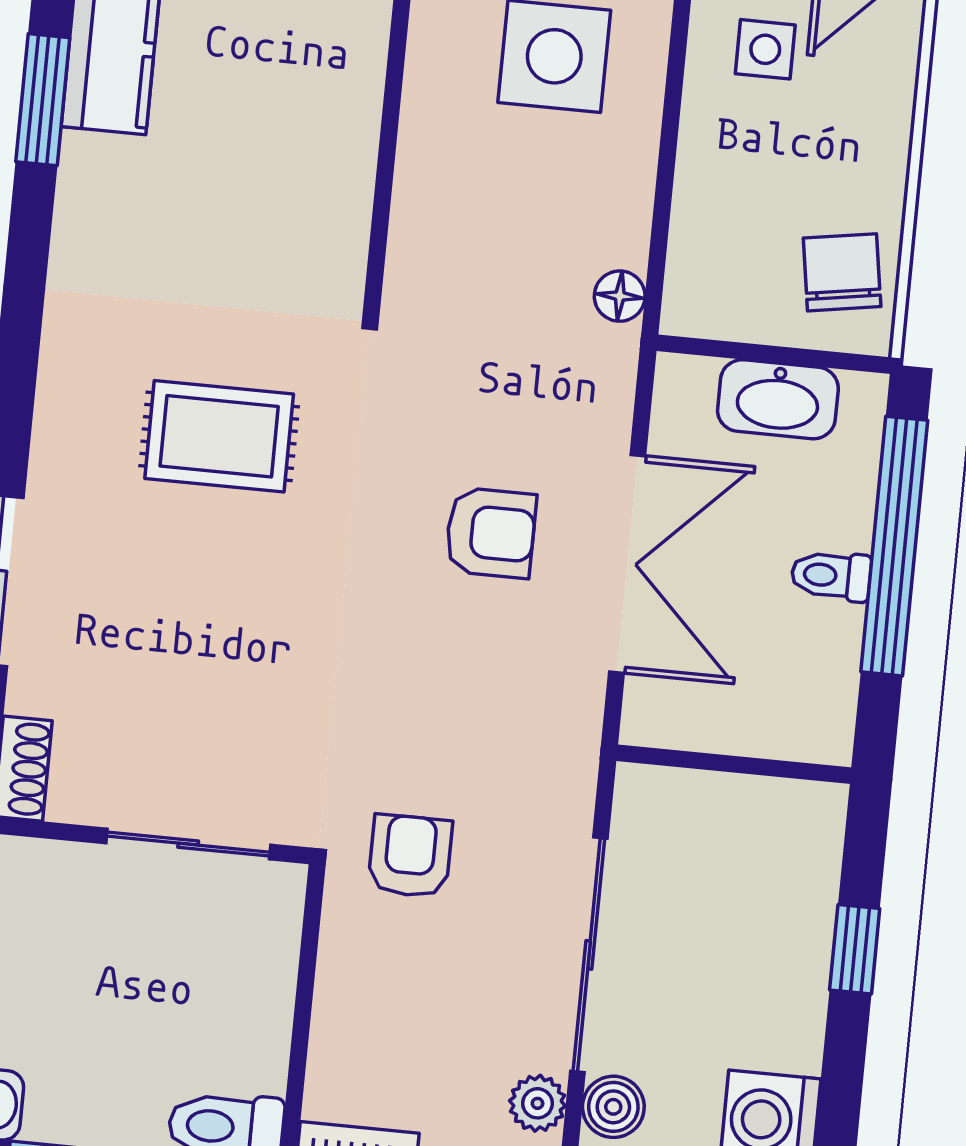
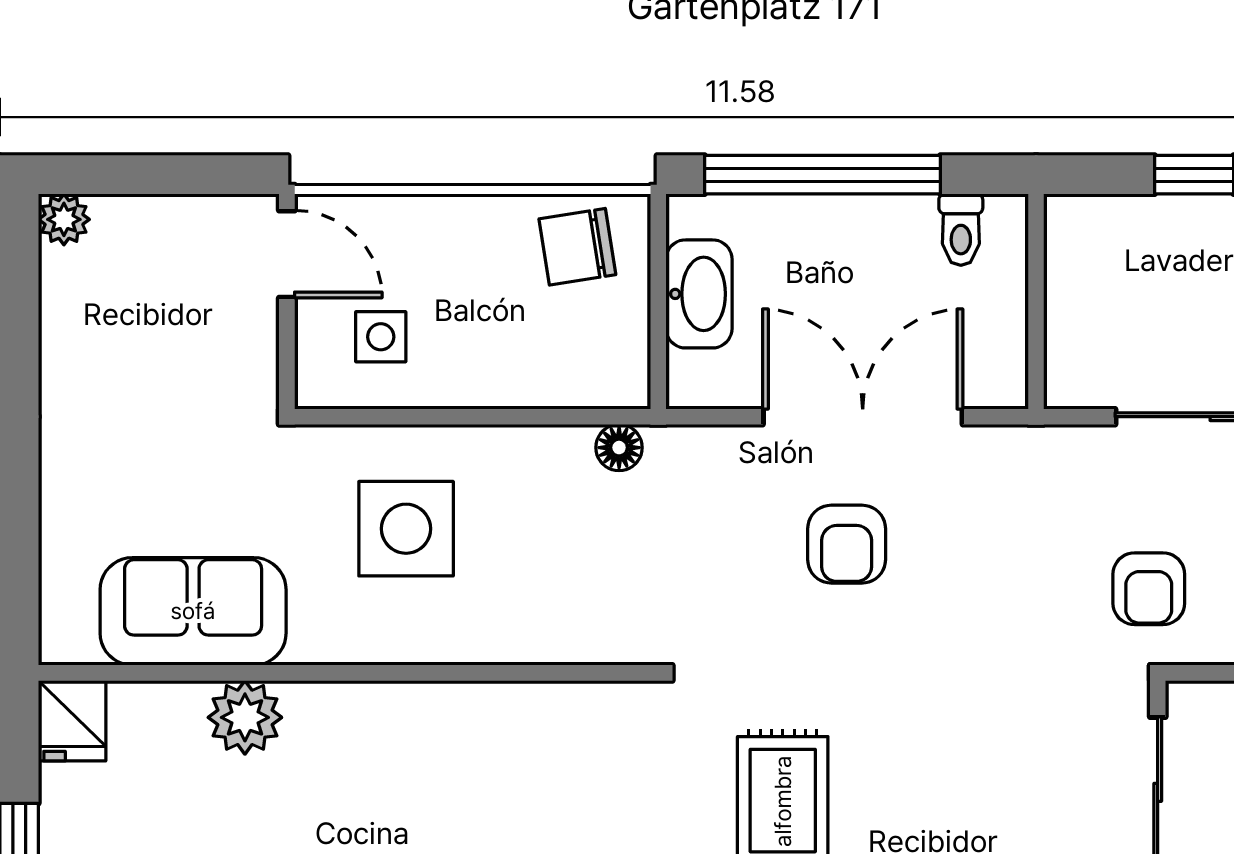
armchair: (491, 533) -> (847, 544), turned 180
toilet: (831, 576) -> (961, 230), moved
armchair: (410, 856) -> (1149, 589), turned -90

